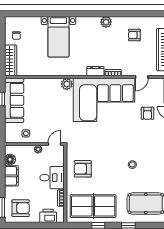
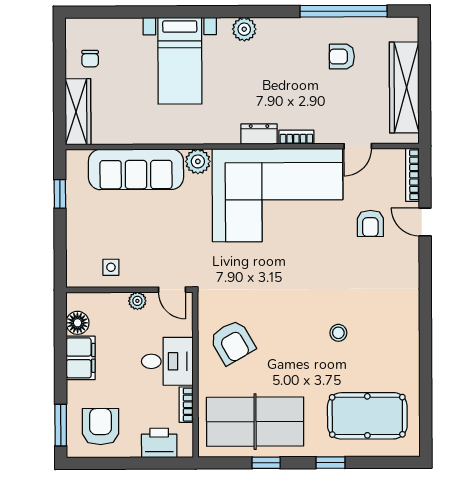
window: (135, 14) -> (344, 11), added
plant: (106, 22) -> (244, 29), moved
sofa: (14, 100) -> (136, 169), moved, turned 90
door: (54, 144) -> (172, 290), swing flipped
armchair: (83, 169) -> (232, 342), turned -120
armchair: (21, 208) -> (100, 427), turned -90

